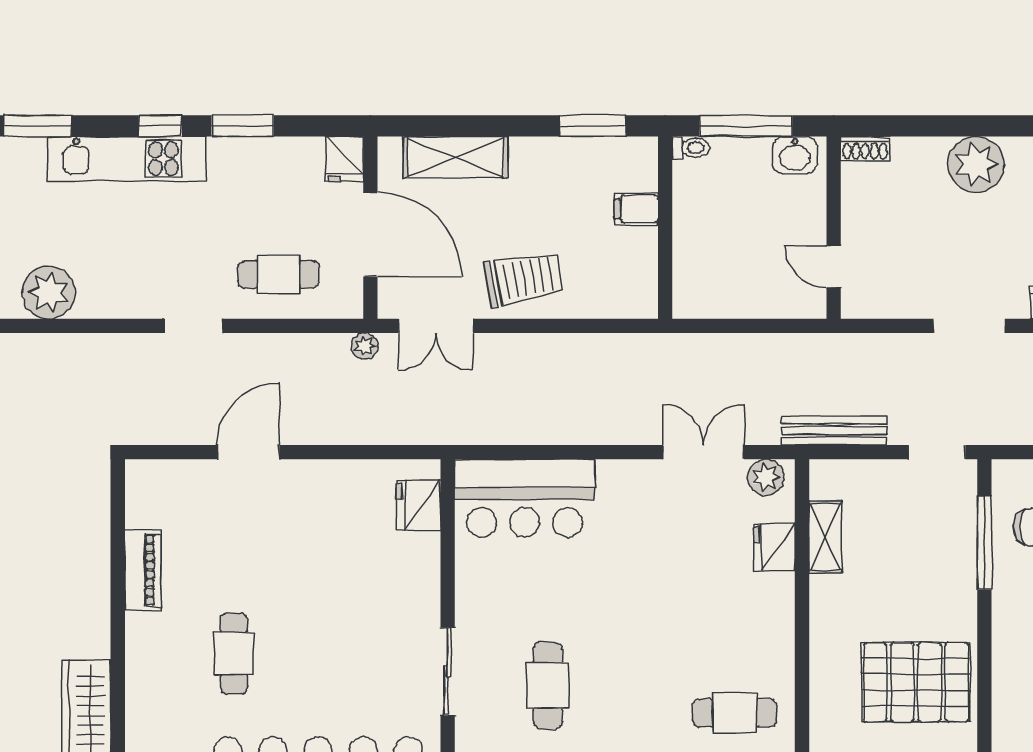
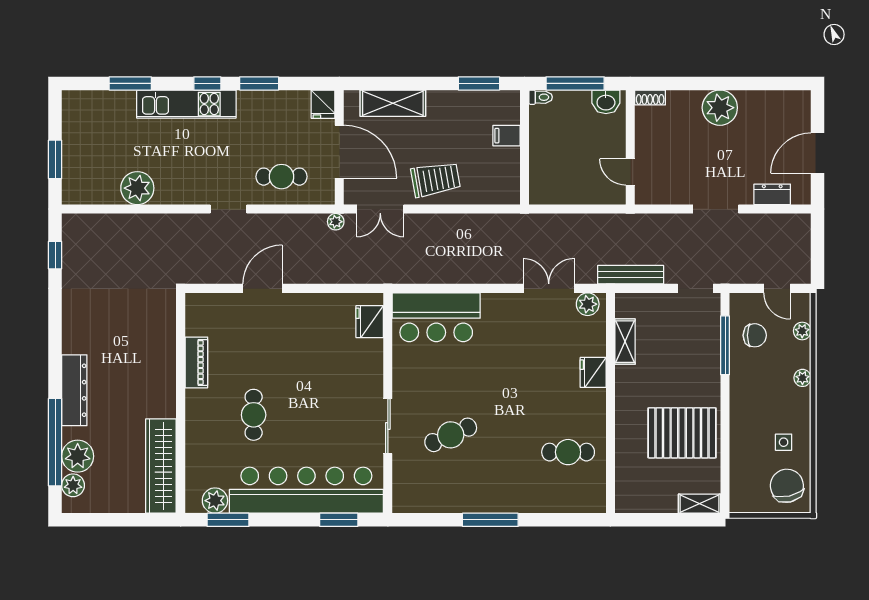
fridge: (774, 547) -> (593, 372), moved
cafe table: (548, 685) -> (451, 435), turned 66

